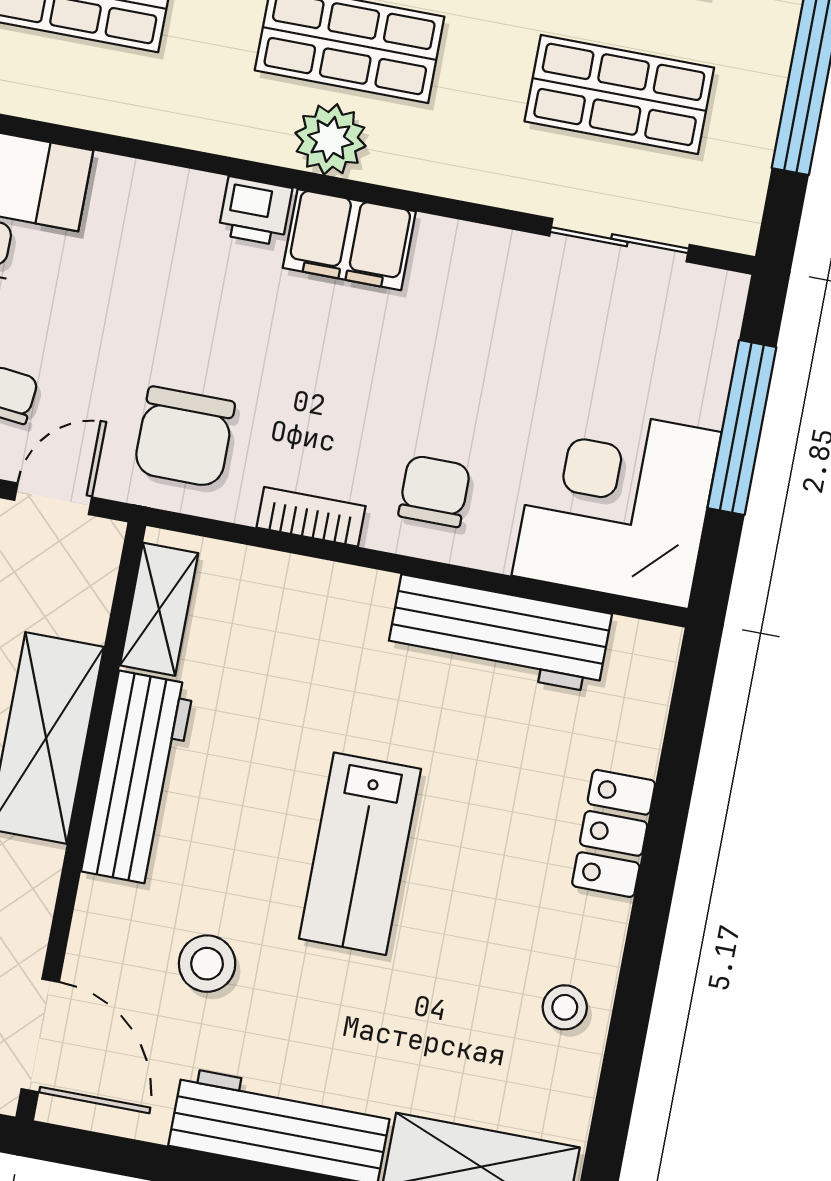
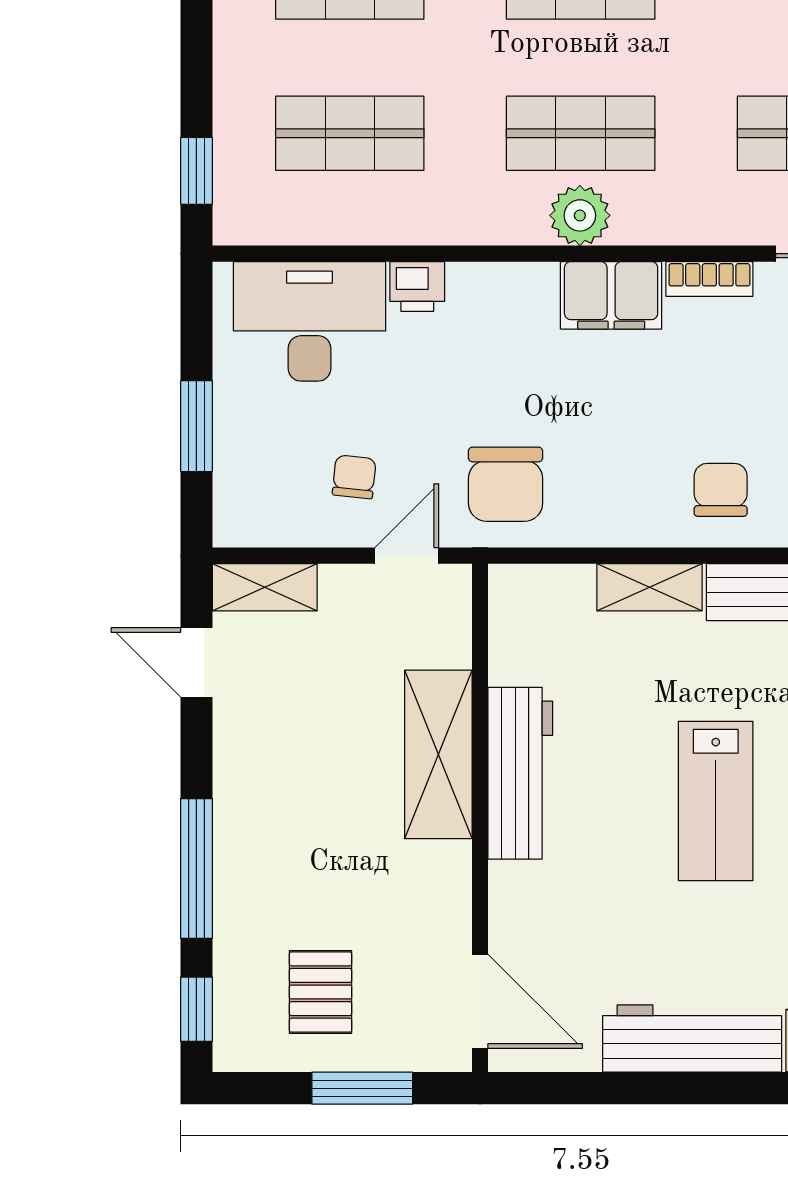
printer: (255, 211) -> (417, 286), moved
bookcase: (311, 517) -> (709, 279), moved, turned 180
shelving: (159, 609) -> (650, 587), moved, turned 90
stool: (207, 964) -> (607, 916), removed

